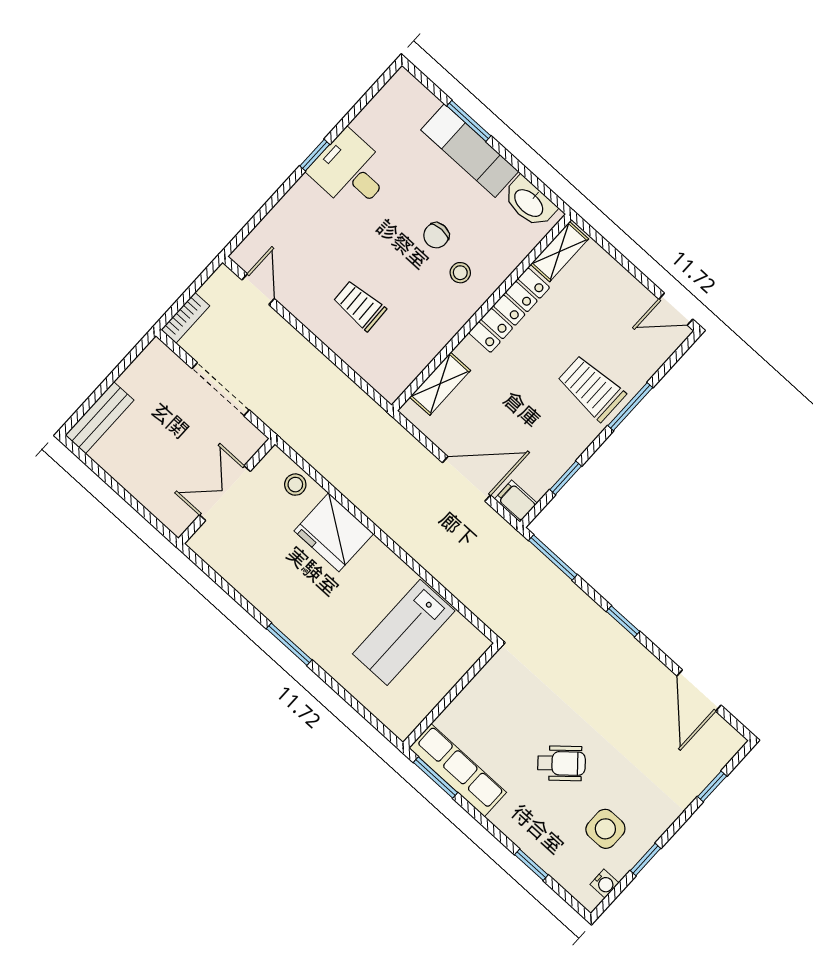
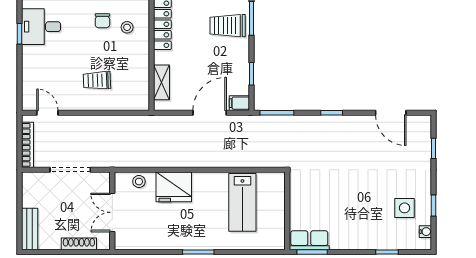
bookcase: (185, 318) -> (27, 145), width x1.56
shoe rack: (145, 494) -> (79, 244), added
wheelchair: (562, 763) -> (360, 197), removed
row of seats: (458, 770) -> (309, 240), width x0.68

